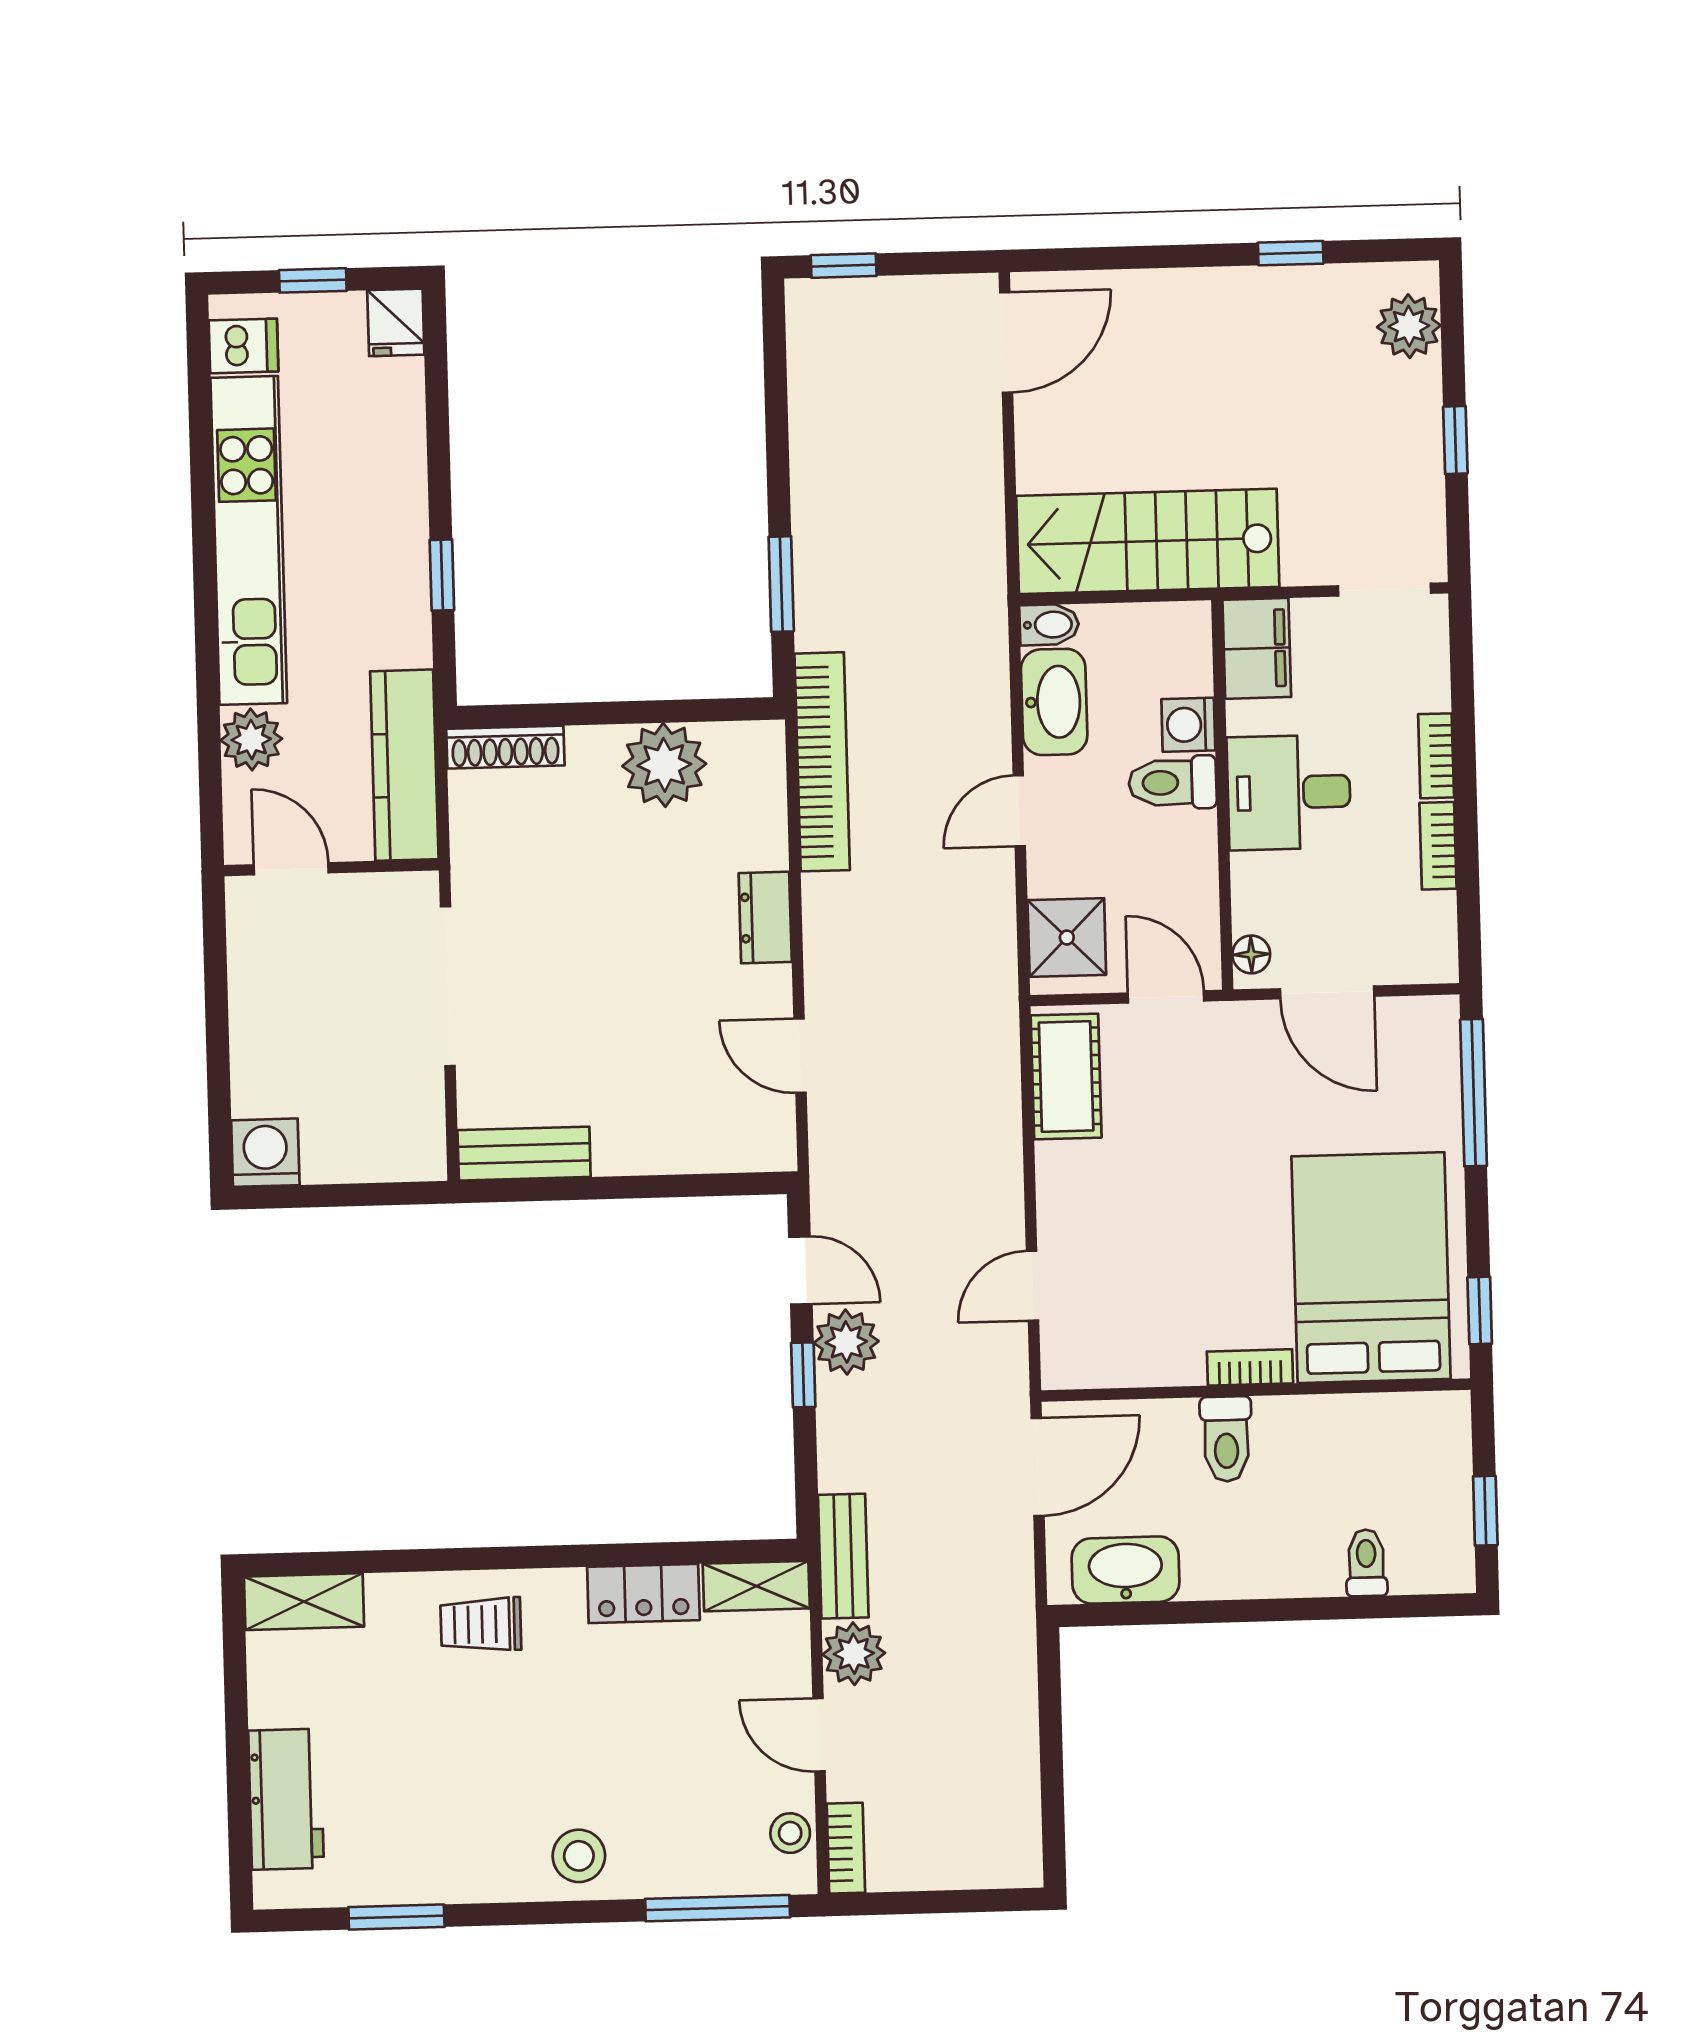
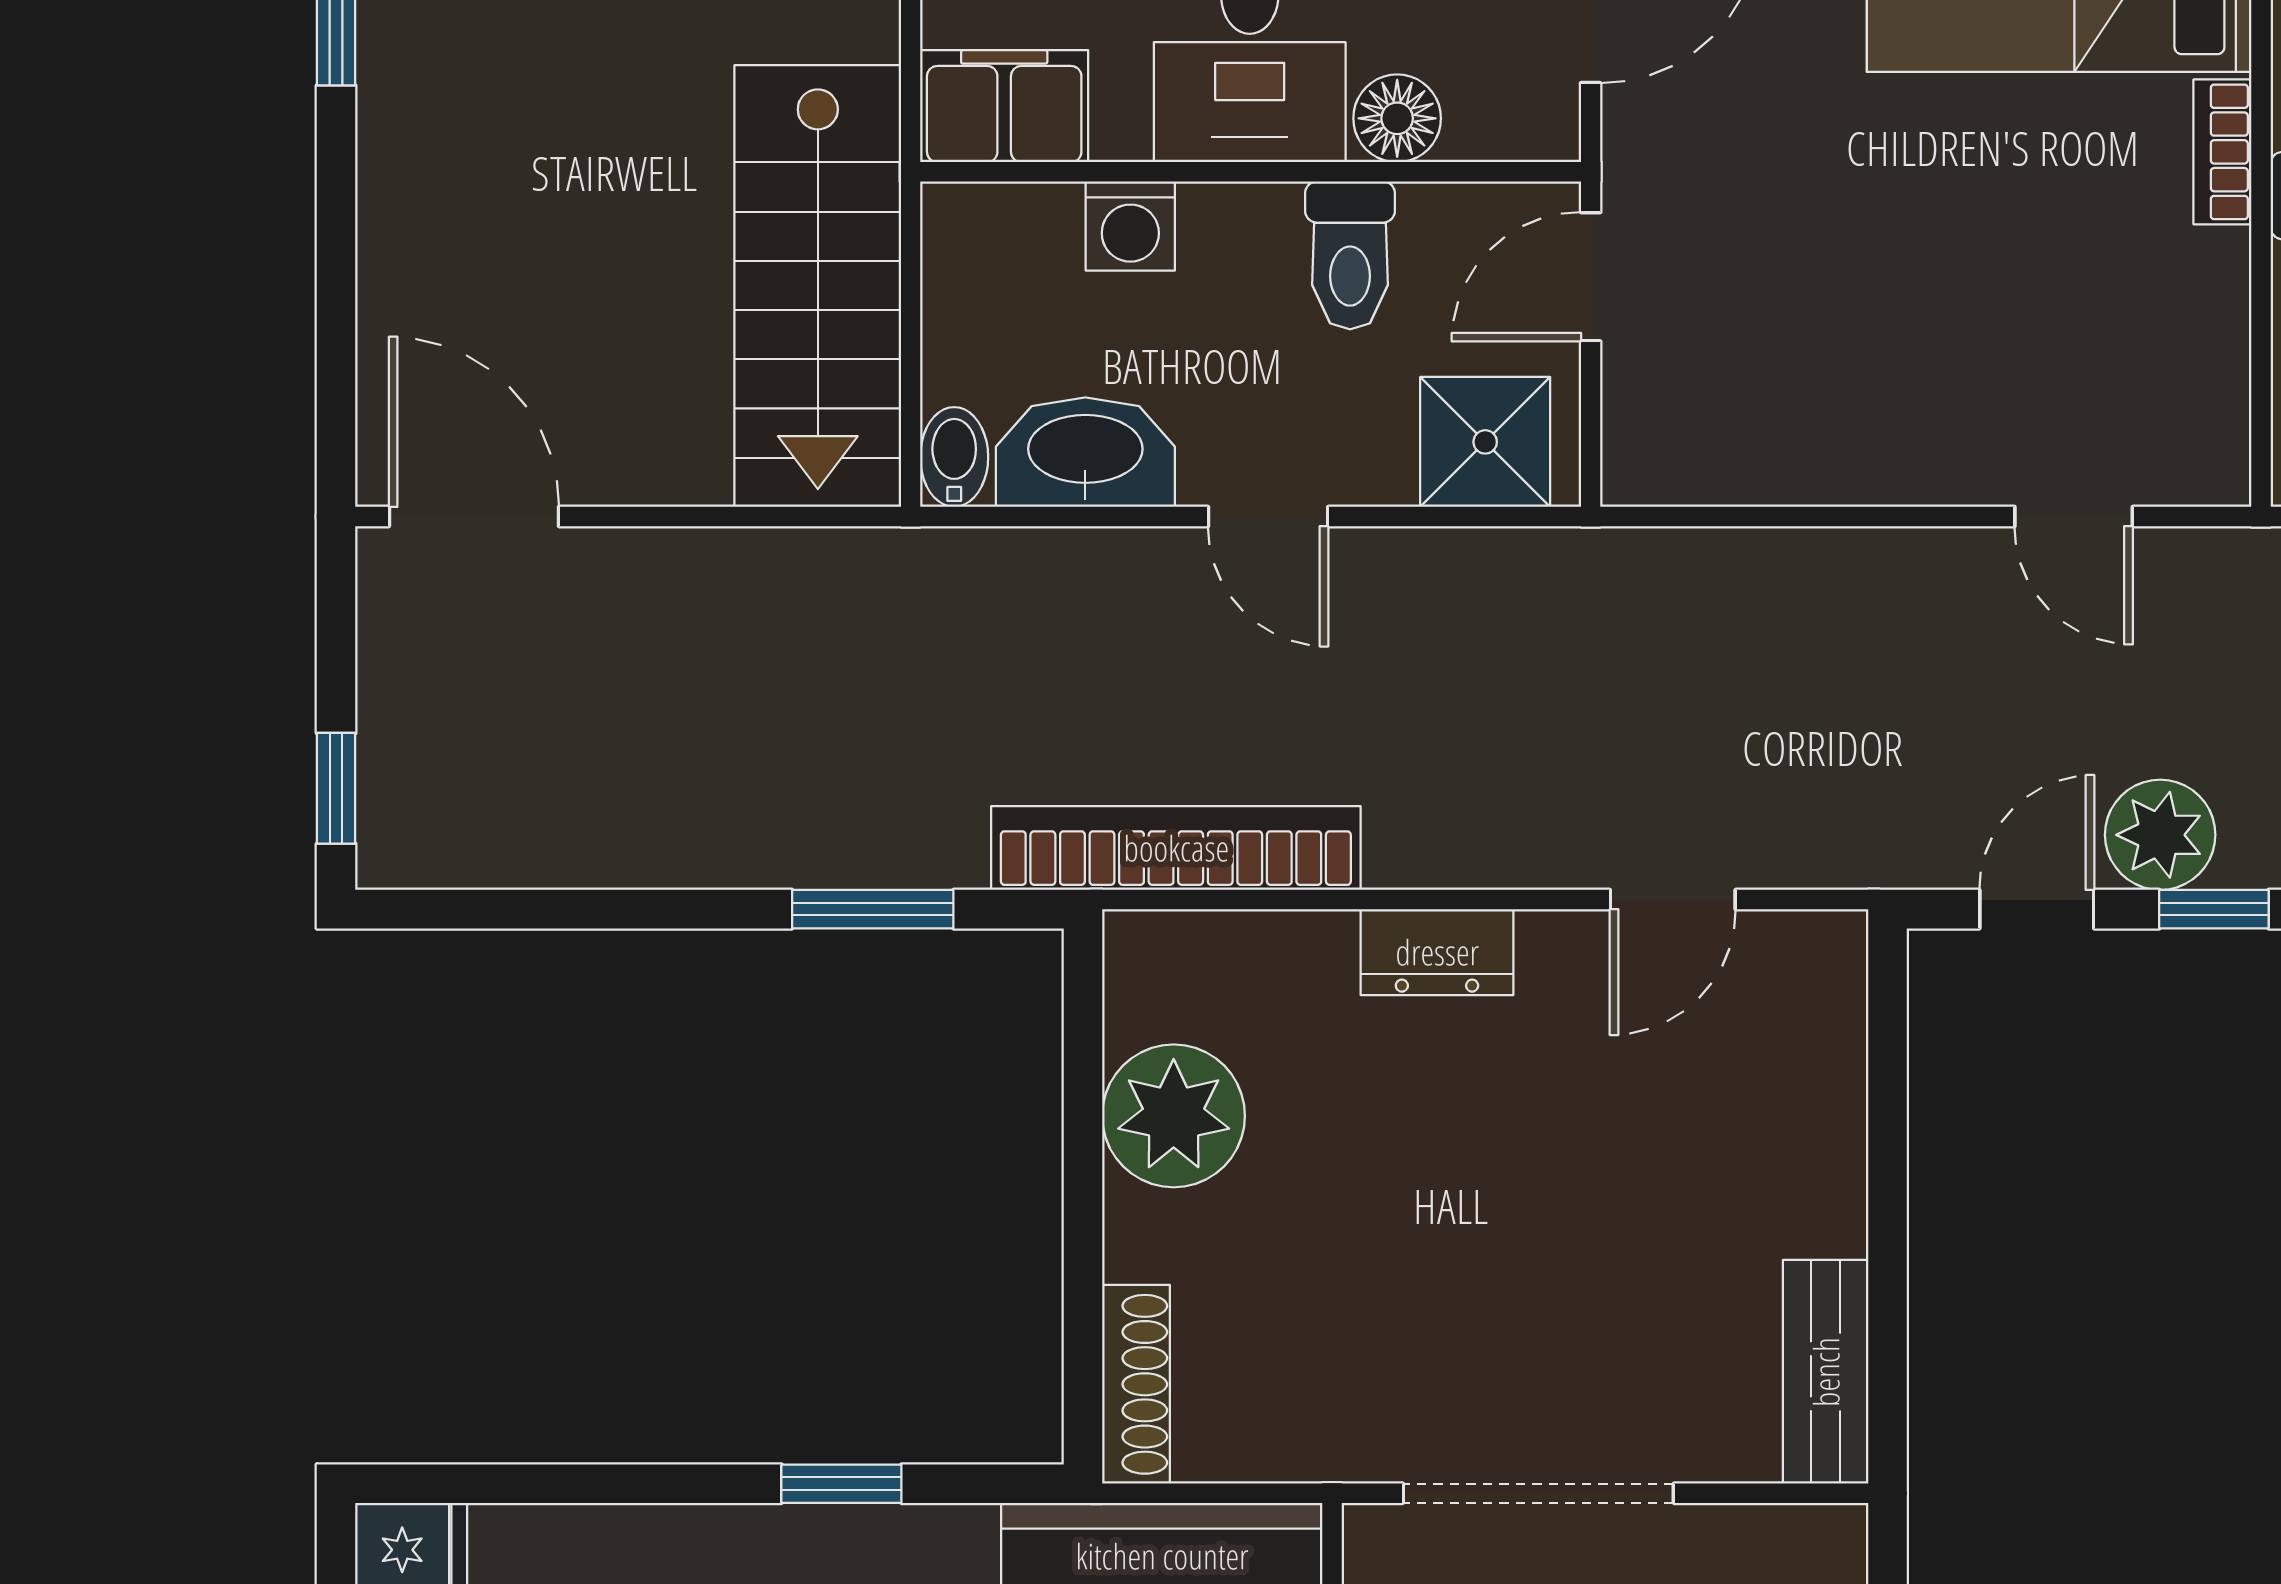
toilet: (1173, 783) -> (1350, 255), moved
floor lamp: (1251, 954) -> (1397, 118), moved, width x1.37, depth x1.37
cot: (1066, 1076) -> (1721, 450), removed

